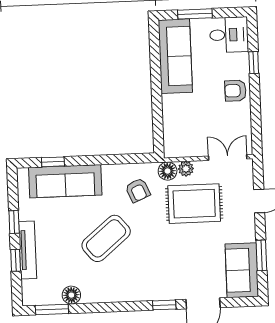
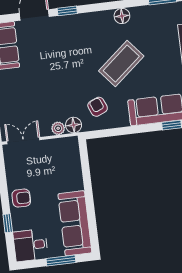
double door: (228, 158) -> (23, 141), swing flipped
rug: (194, 204) -> (49, 99), removed
floor lamp: (71, 295) -> (122, 16), moved

